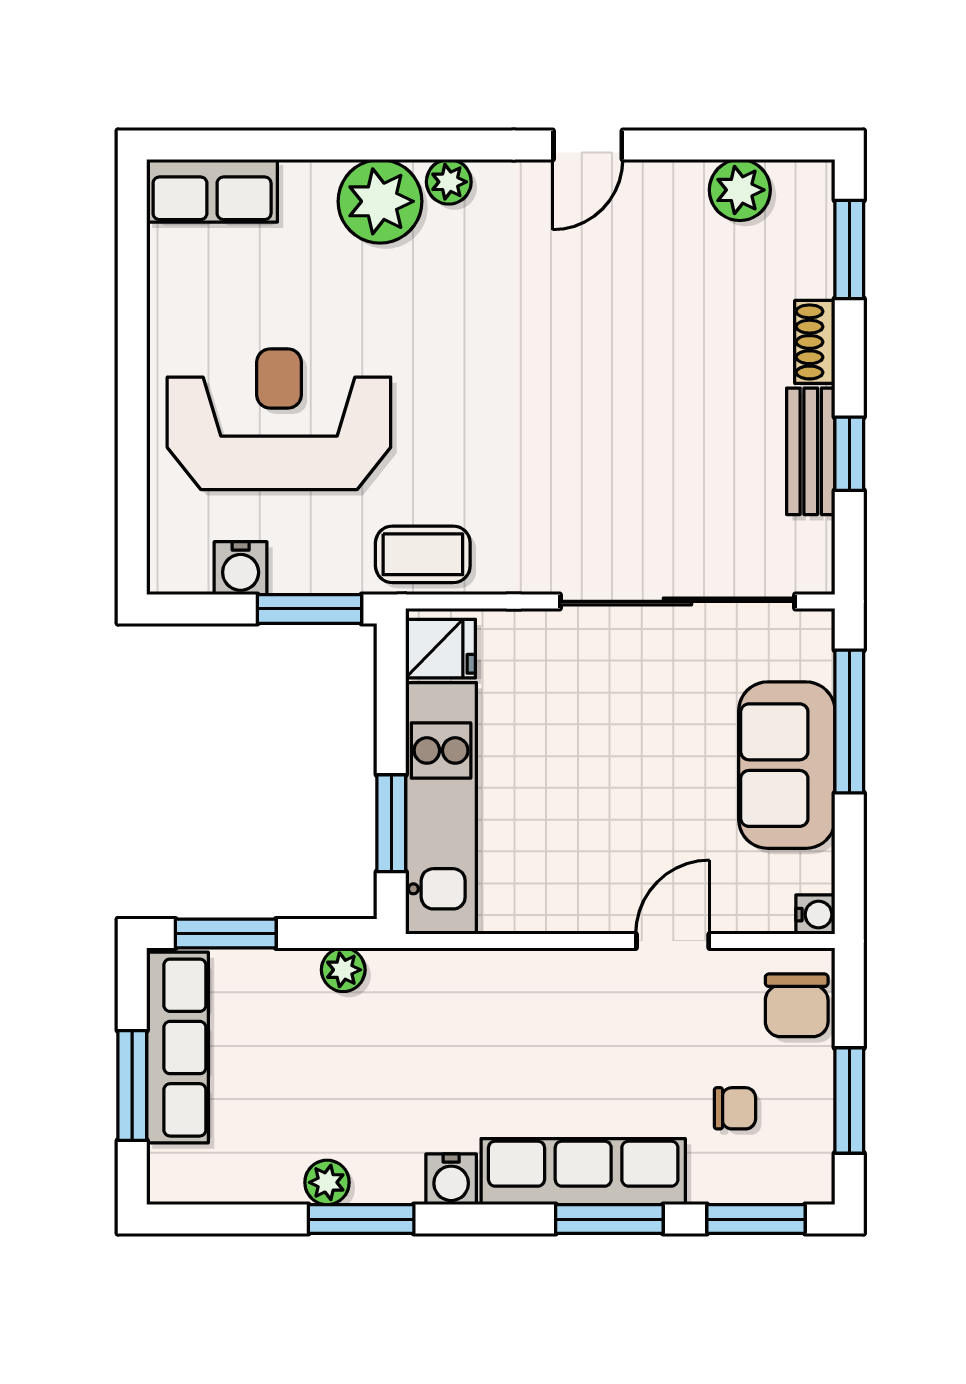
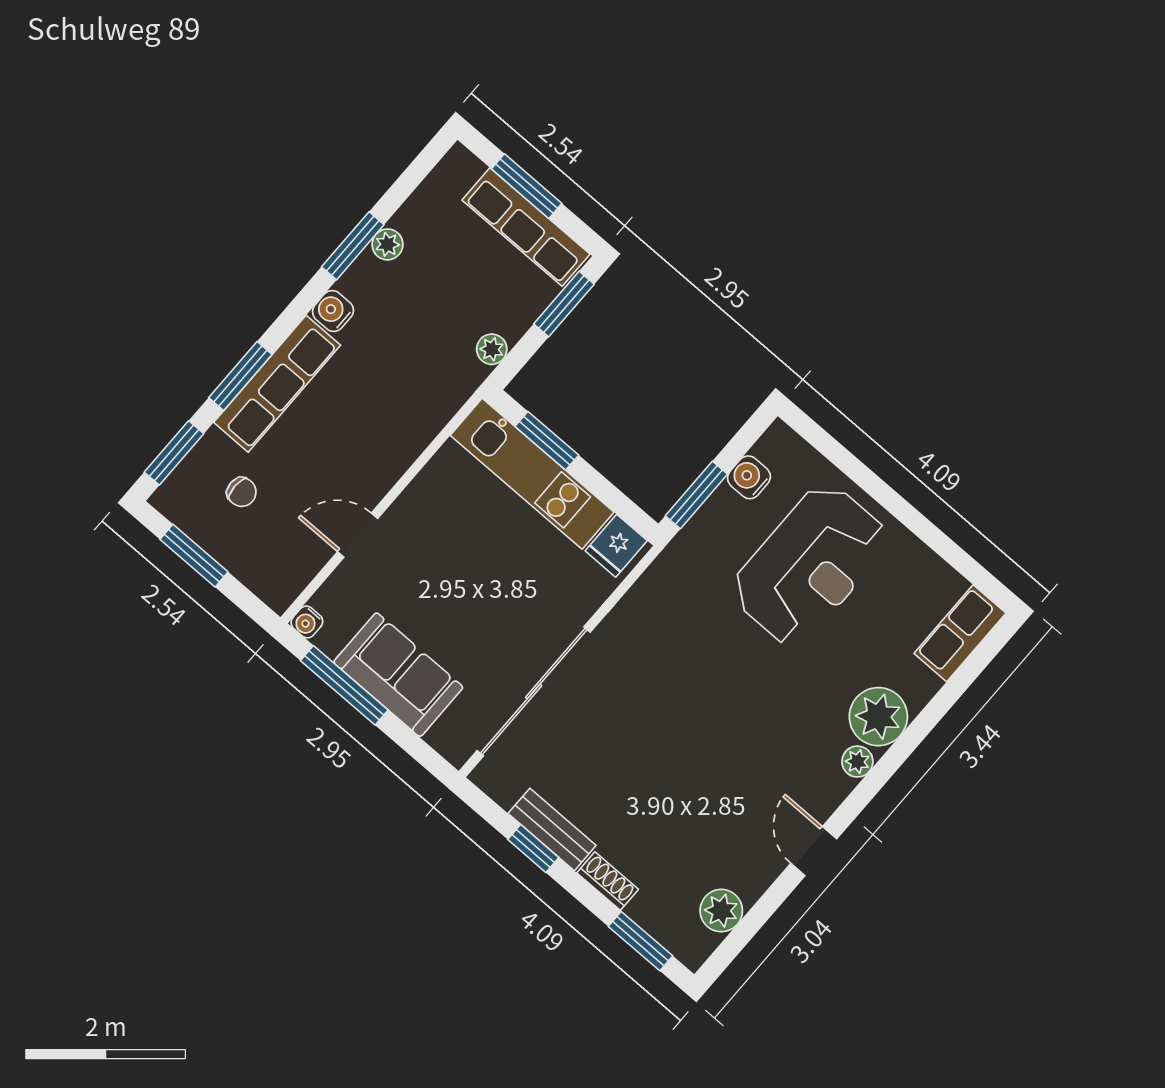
coffee table: (423, 554) -> (674, 579), removed
window: (849, 721) -> (344, 685), moved
door: (673, 941) -> (358, 535), swing flipped
chair: (797, 1005) -> (268, 571), removed
chair: (735, 1108) -> (242, 492), turned -90

